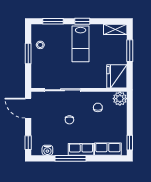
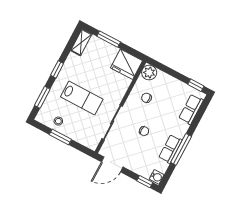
lab bench: (81, 44) -> (82, 98), moved
row of seats: (81, 149) -> (170, 149), moved
water cooler: (47, 150) -> (157, 177), moved

